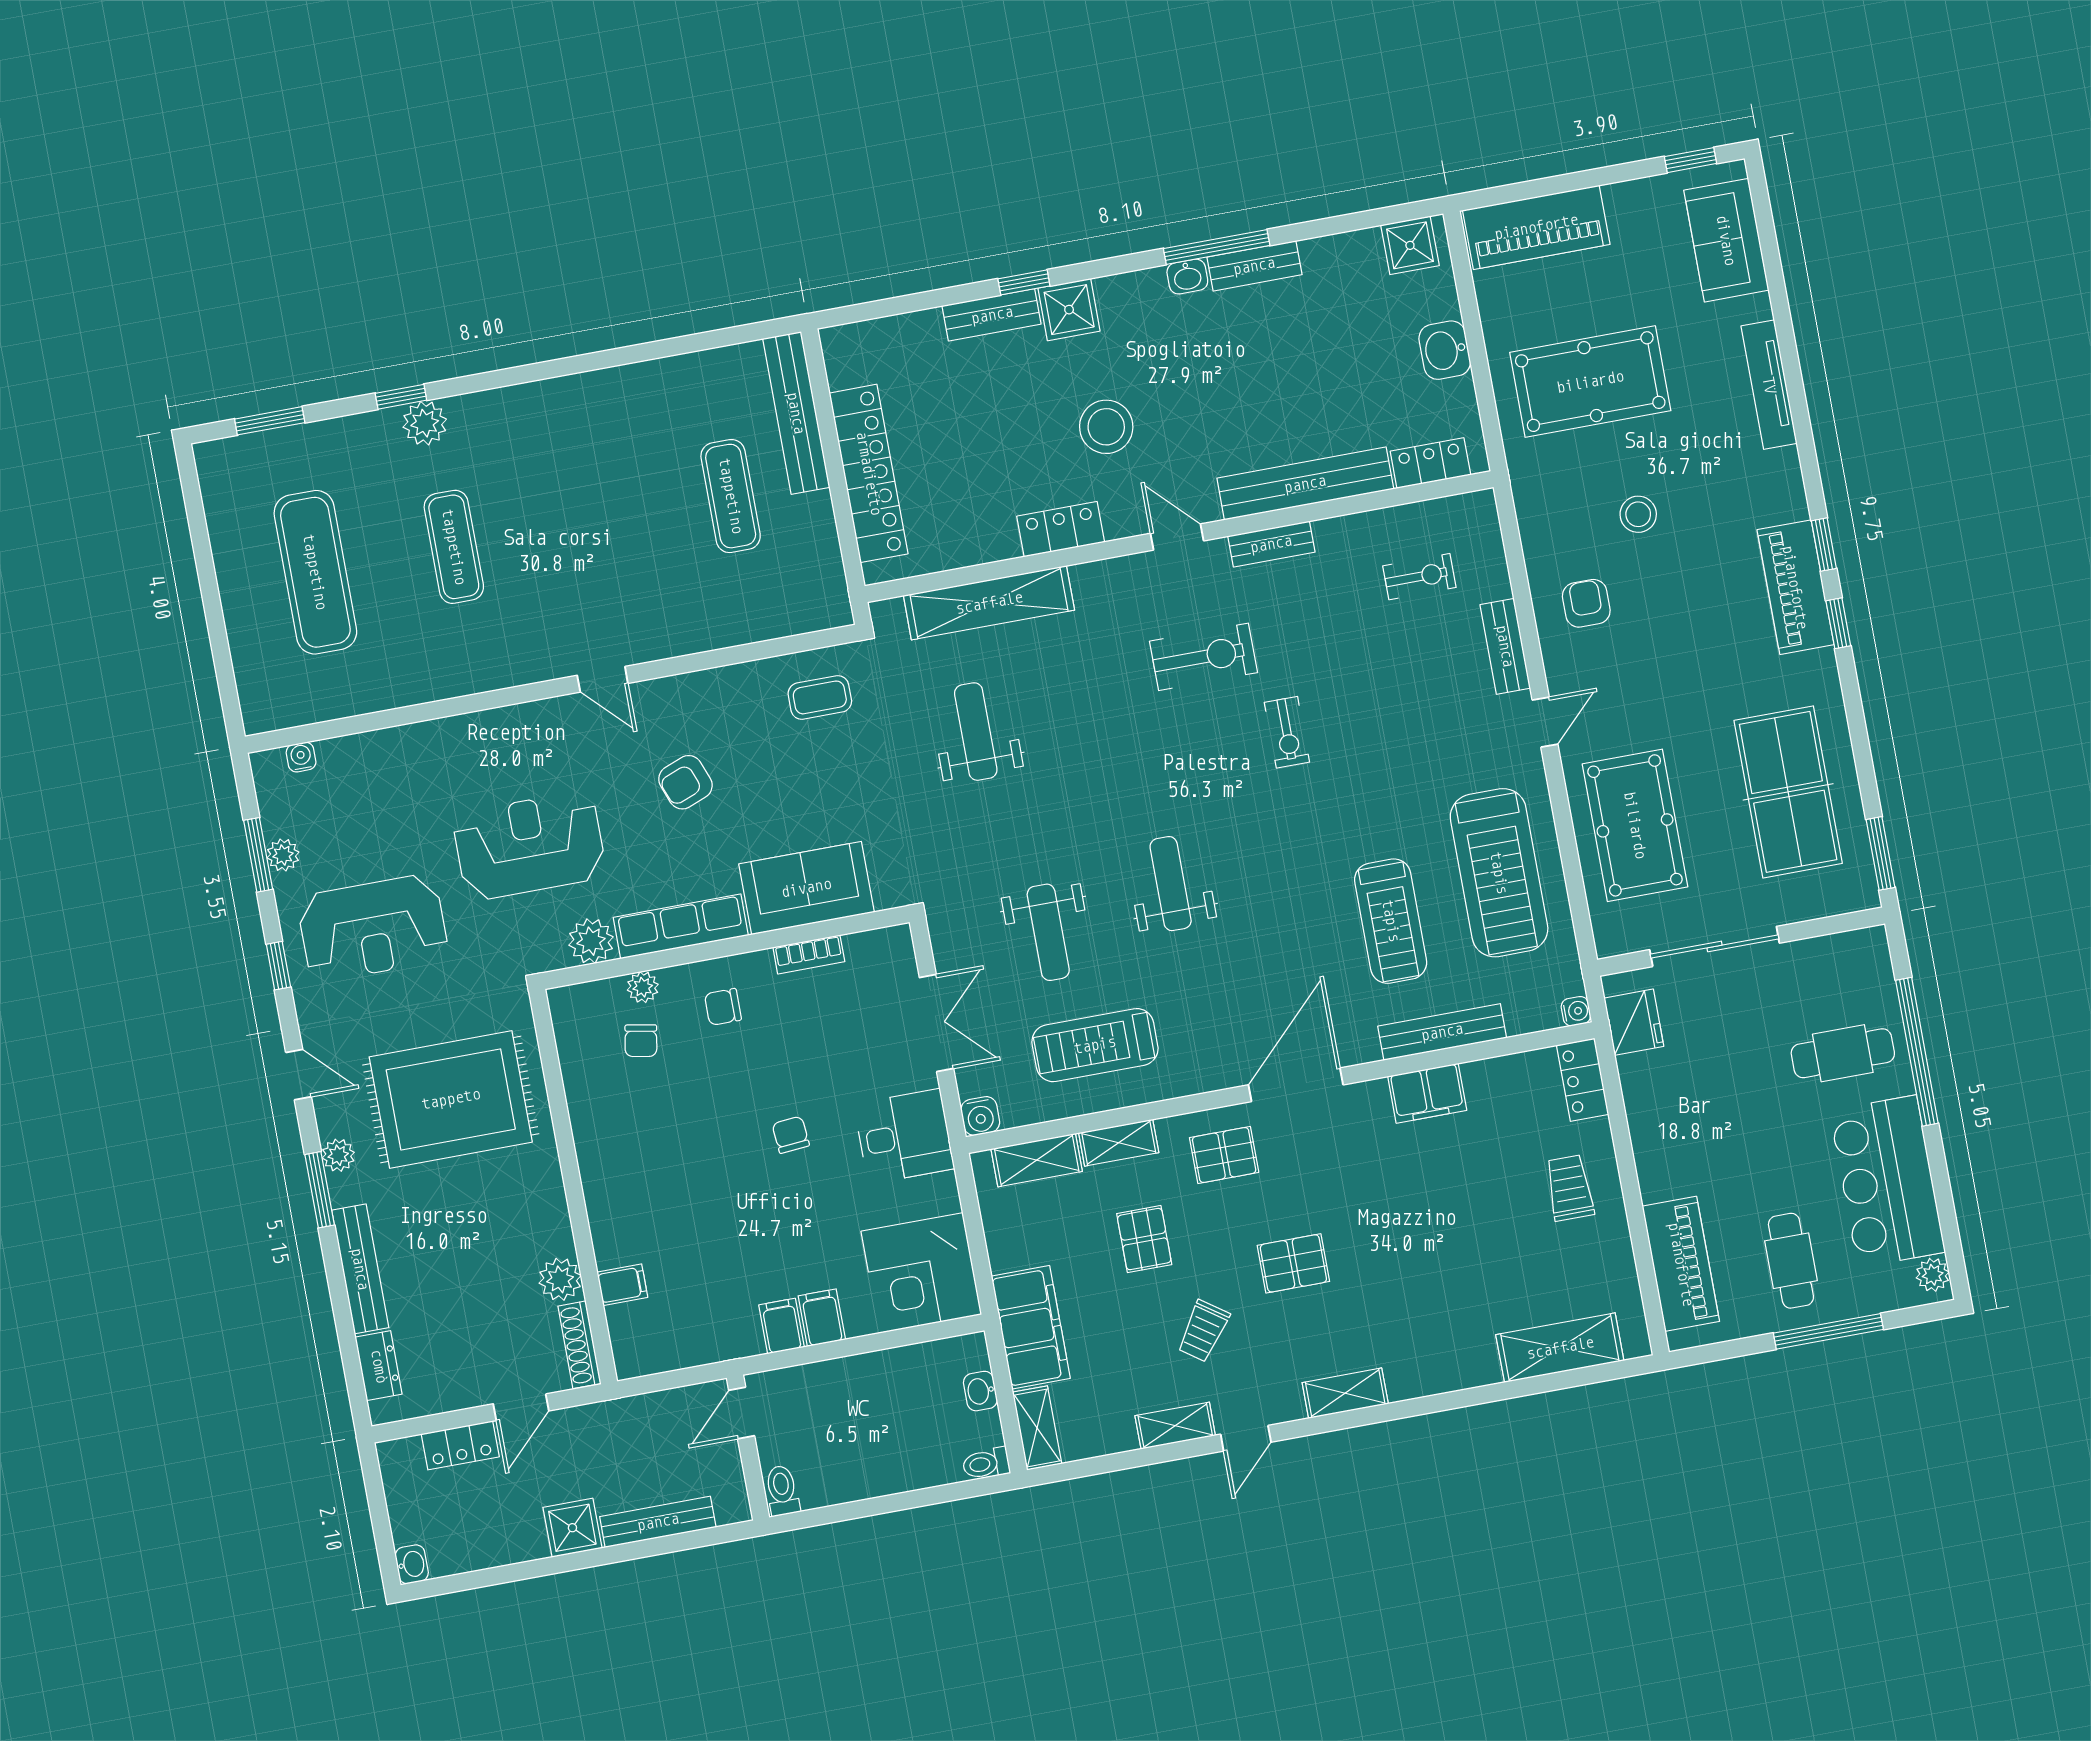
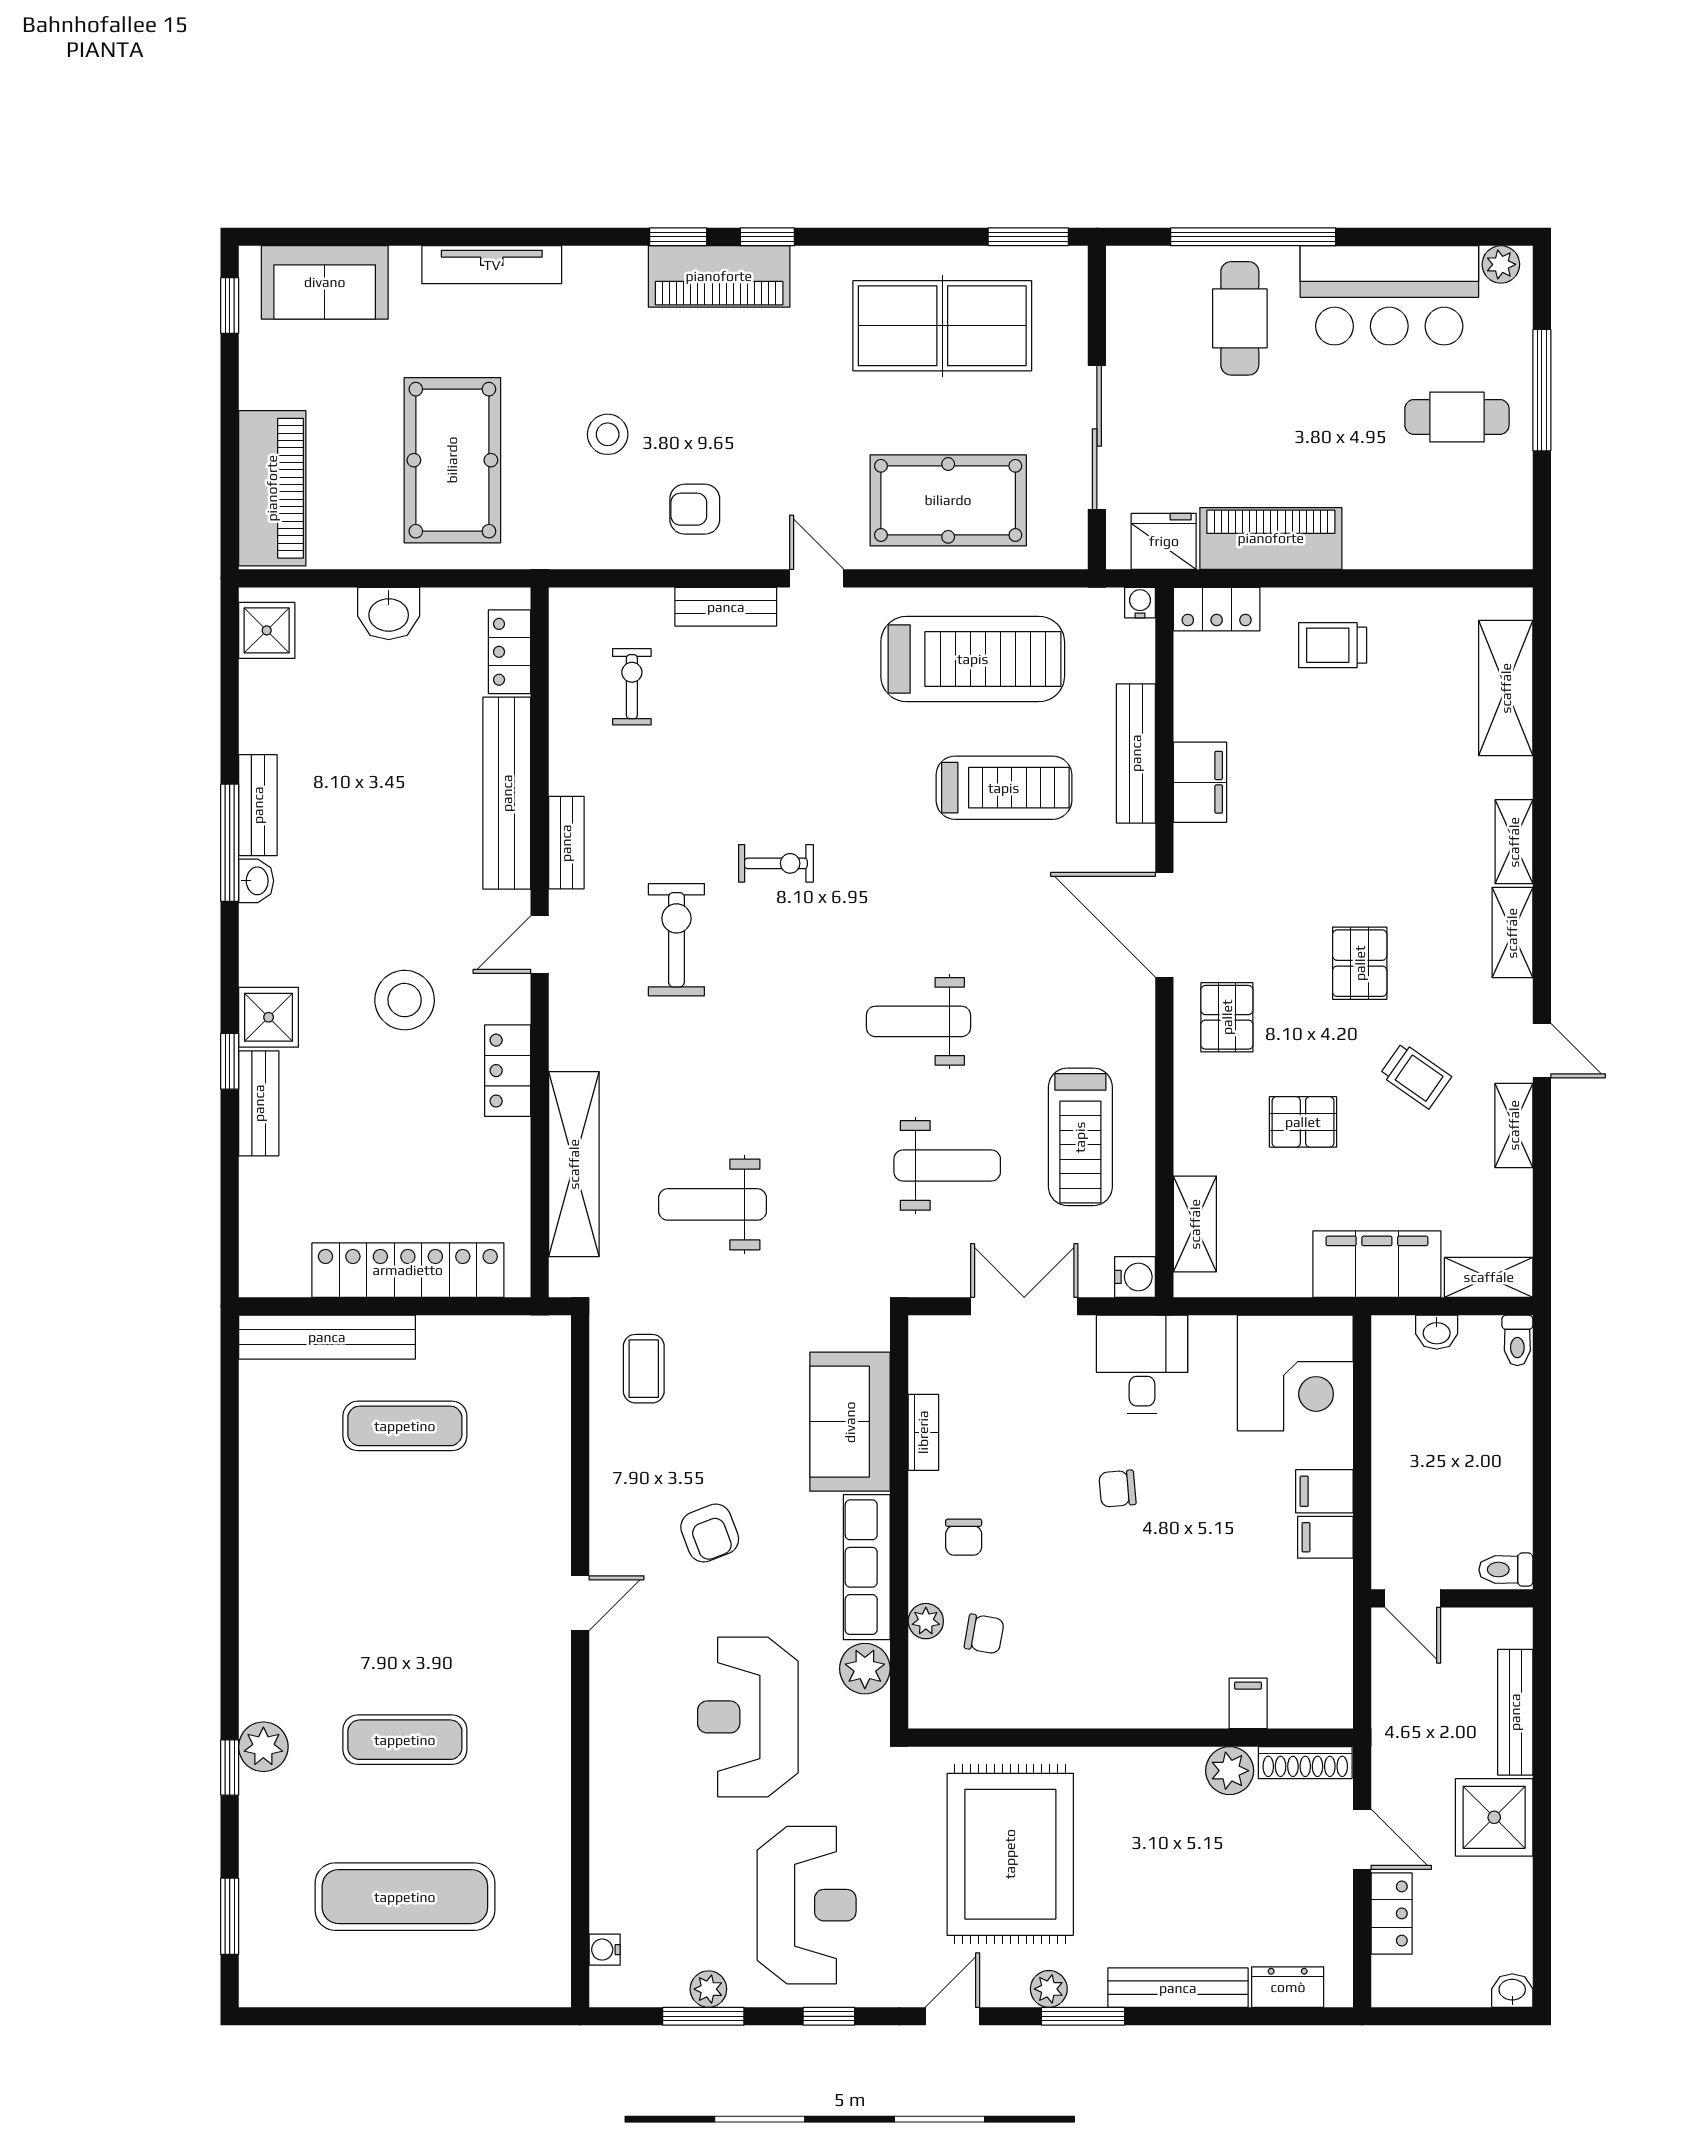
shelving: (1119, 1143) -> (1514, 842), moved
piano: (1681, 1264) -> (1271, 538), moved
shower: (572, 1528) -> (1494, 1817), width x1.36, depth x1.36

